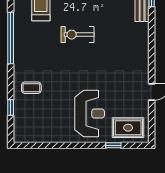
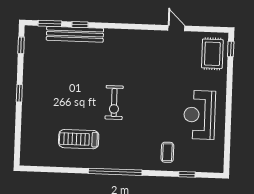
reception desk: (90, 114) -> (199, 115), moved, turned -90
window: (113, 145) -> (231, 49), moved

